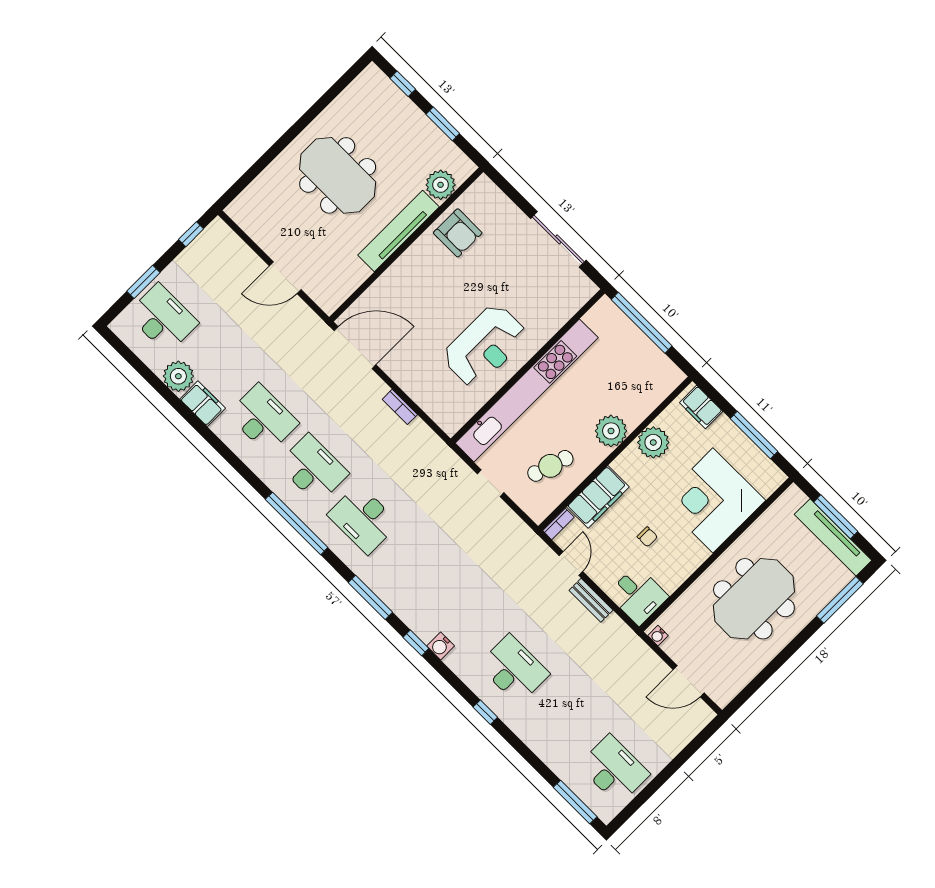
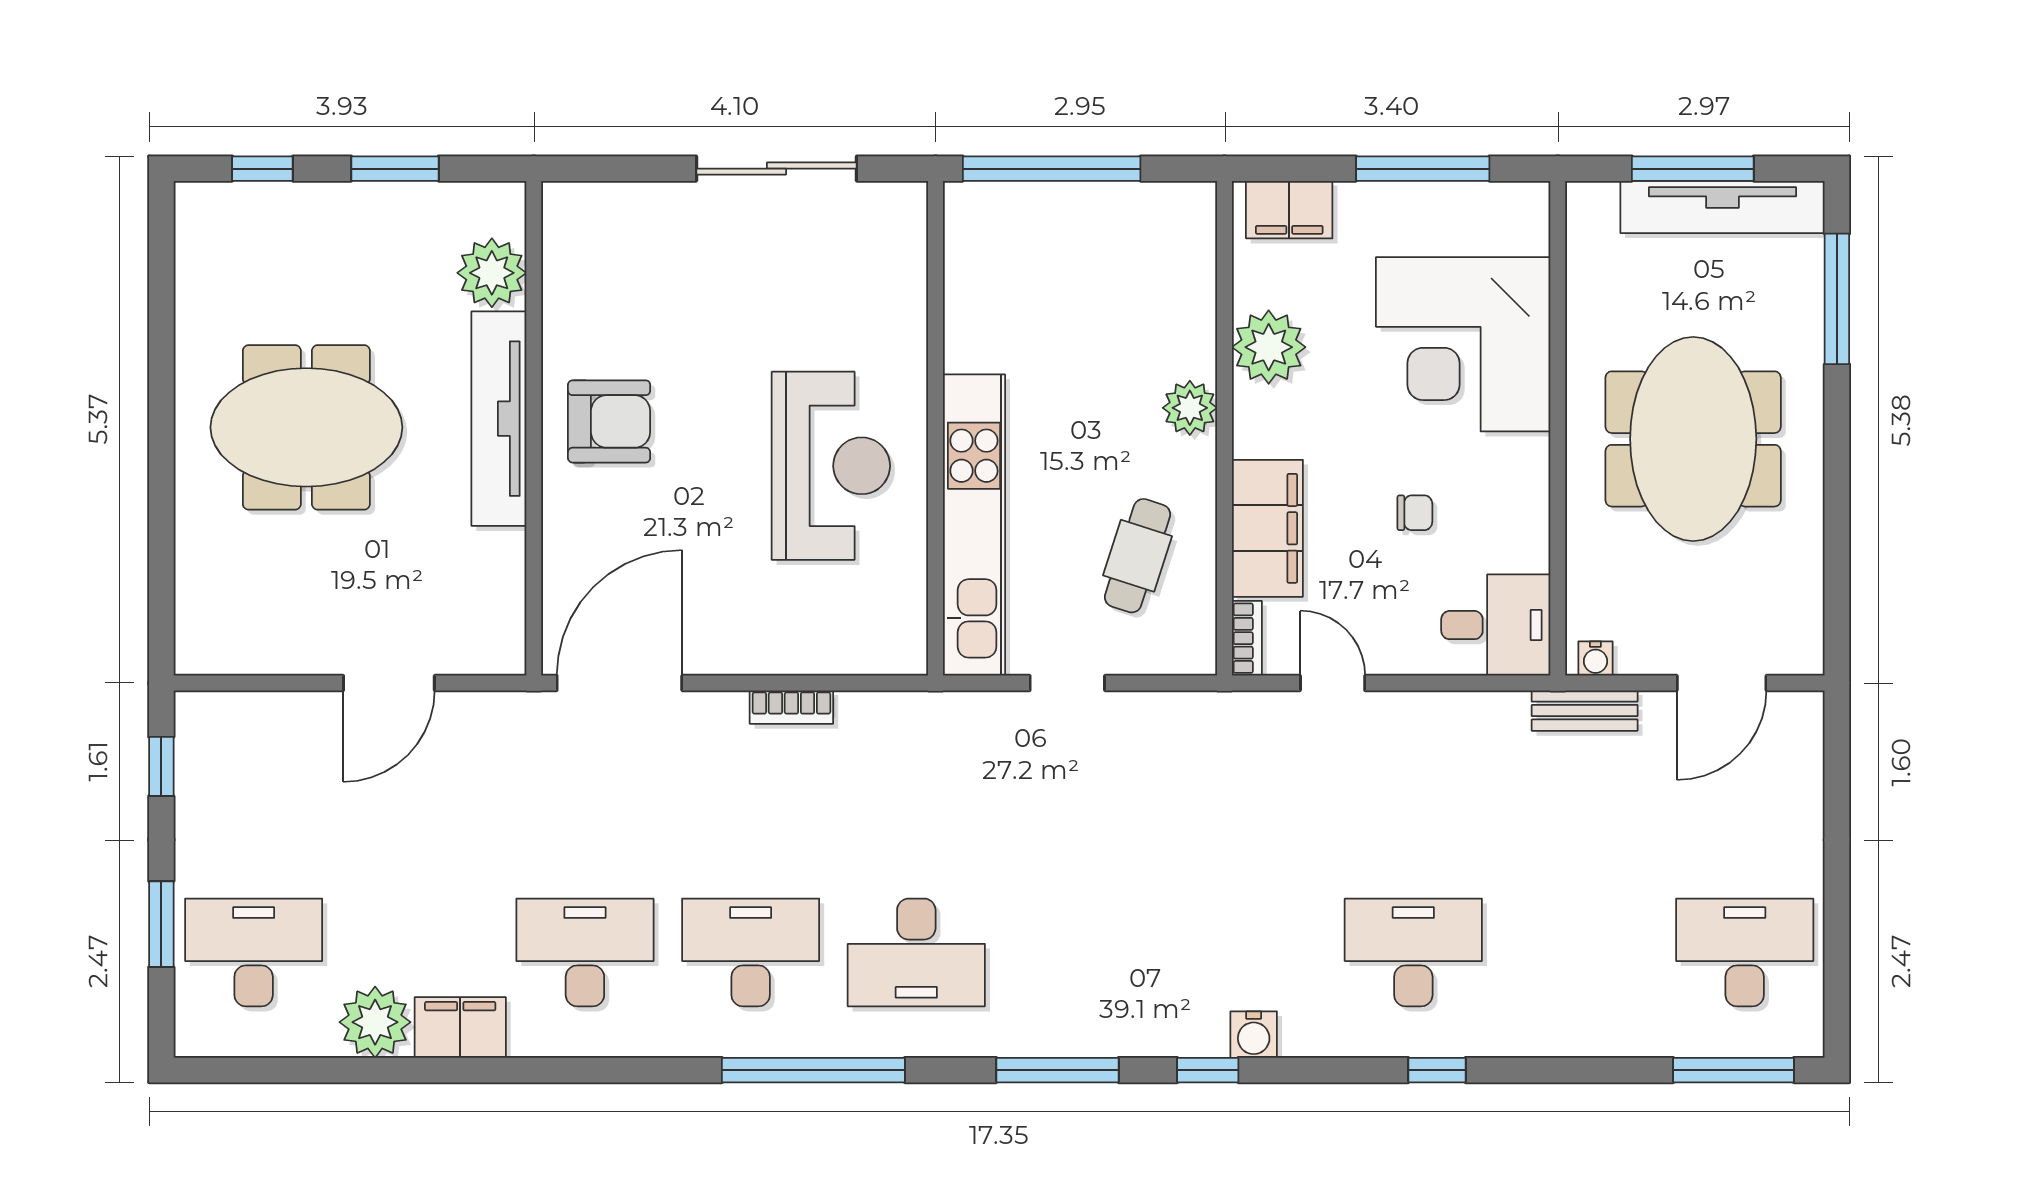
armchair: (458, 233) -> (609, 421), moved
kitchen unit: (527, 390) -> (974, 525), width x0.73
plant: (611, 431) -> (1190, 408), width x0.73, depth x0.73
bench: (591, 600) -> (1585, 711), moved

